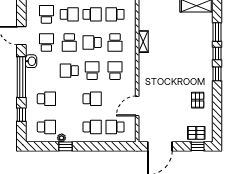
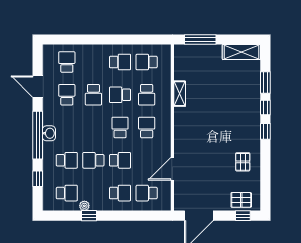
school desk: (69, 14) -> (93, 62), removed
washbasin: (31, 61) -> (49, 133), moved
school desk: (69, 71) -> (93, 160), moved

